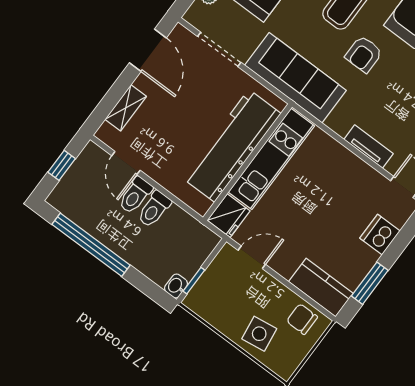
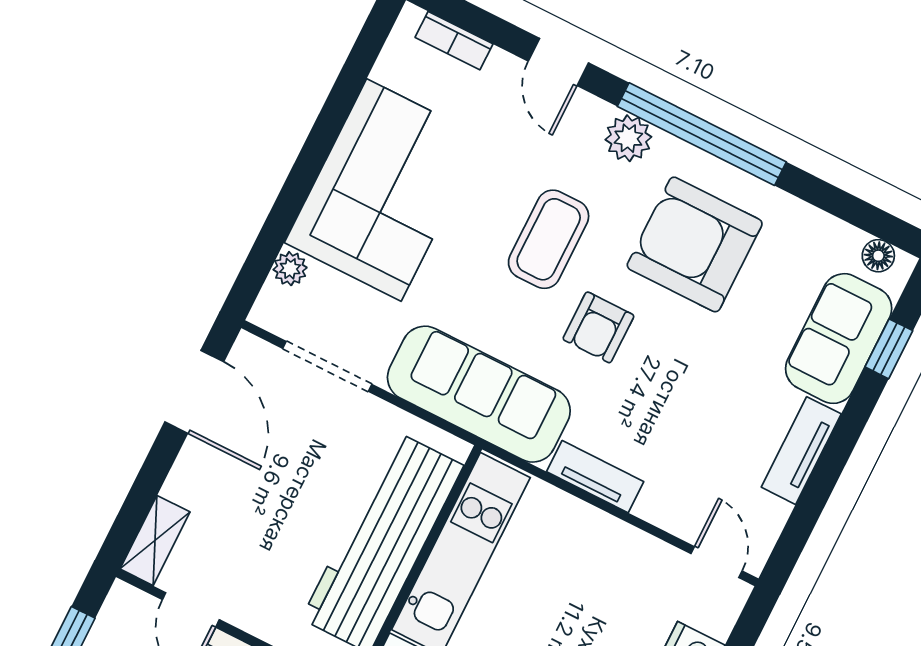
shelving: (126, 108) -> (155, 540), moved
tv unit: (369, 147) -> (595, 477), moved

